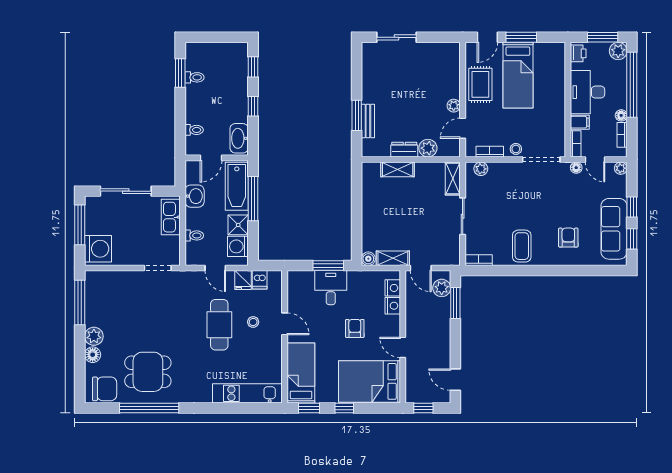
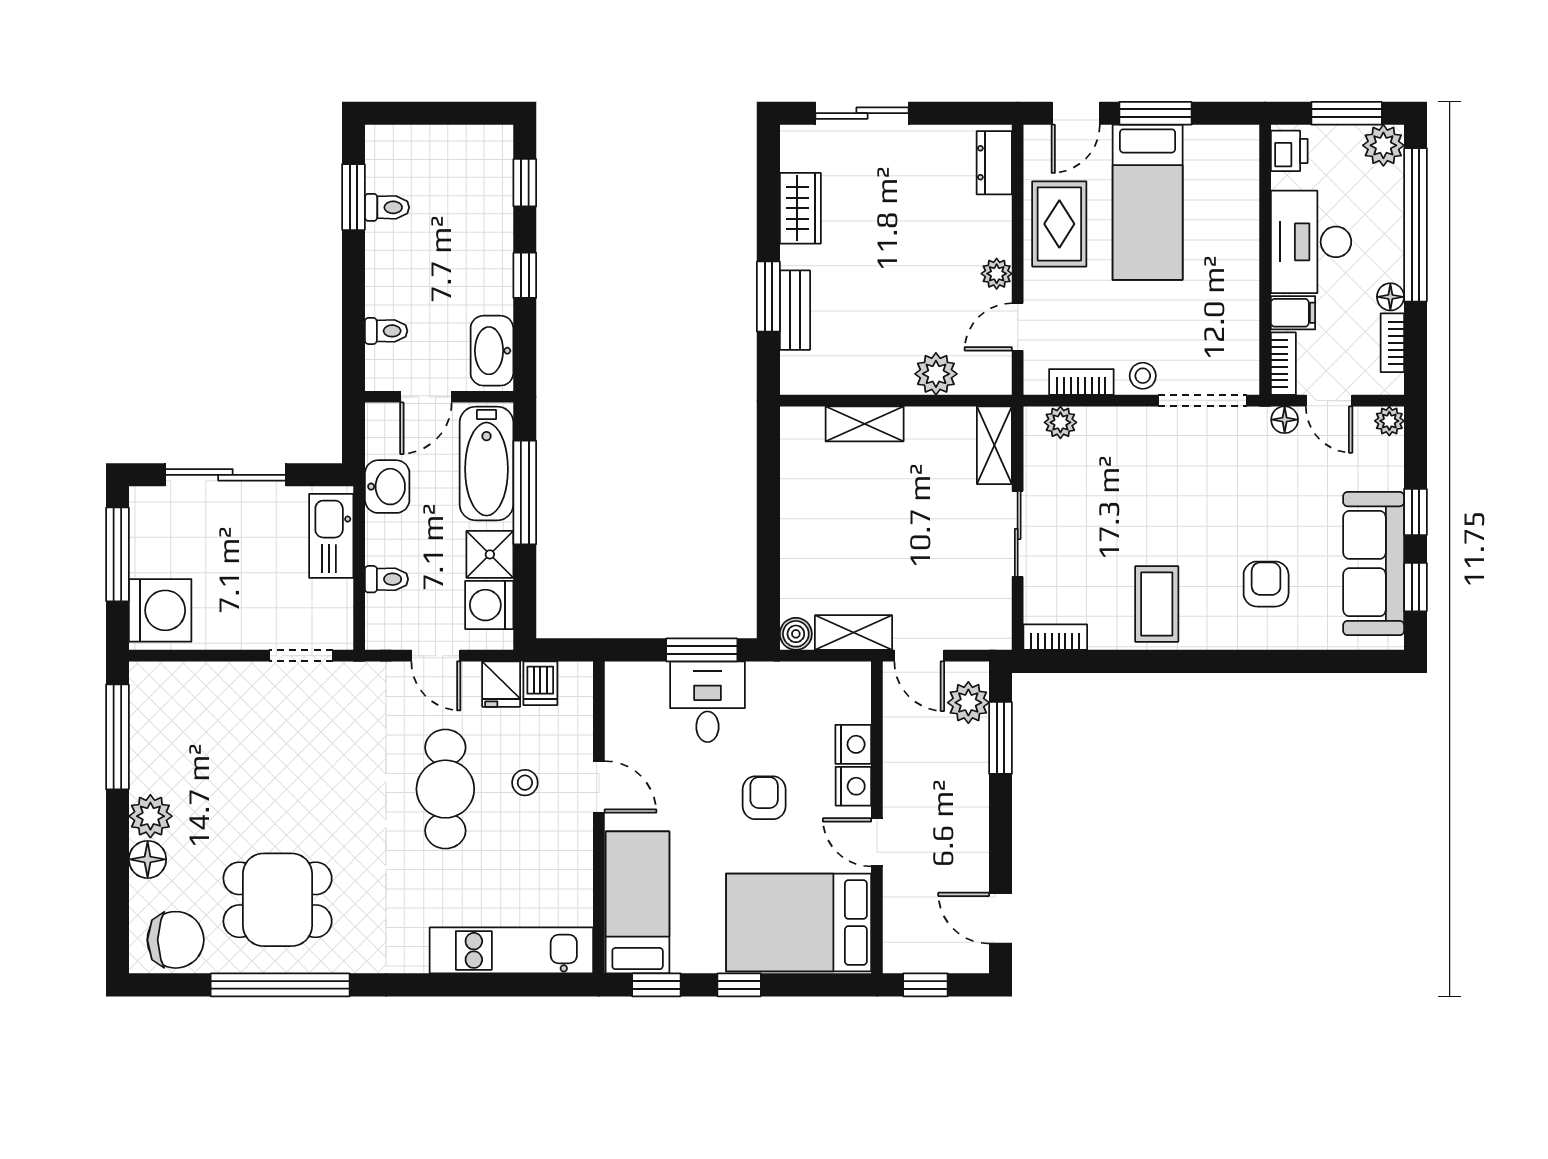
wardrobe: (370, 78) -> (800, 208), added
dresser: (404, 150) -> (994, 163), moved, turned -90
nightstand: (393, 288) -> (853, 786), moved

